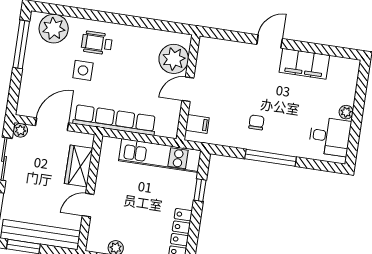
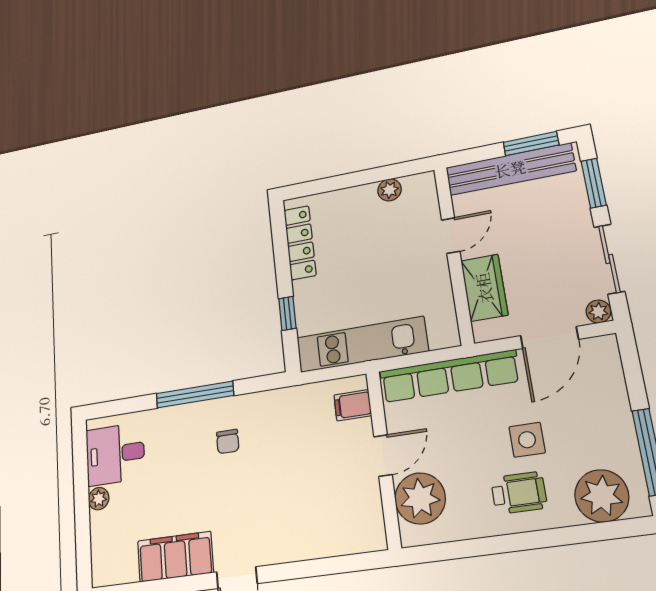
plant: (174, 59) -> (420, 498), moved
wall: (188, 87) -> (383, 459), moved
door: (188, 89) -> (383, 456), moved
filing cabinet: (197, 124) -> (353, 405), moved

